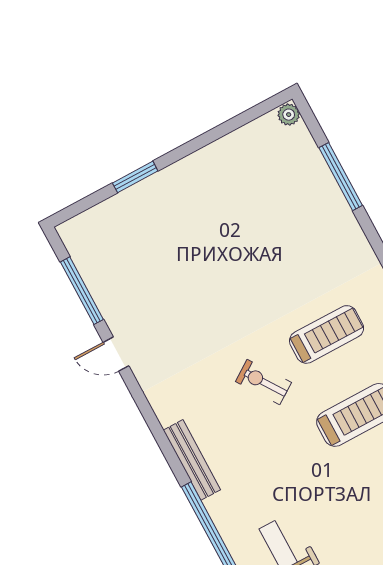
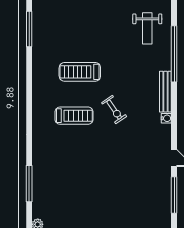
treadmill: (327, 334) -> (74, 116), turned 180
water cooler: (166, 415) -> (166, 118), added

